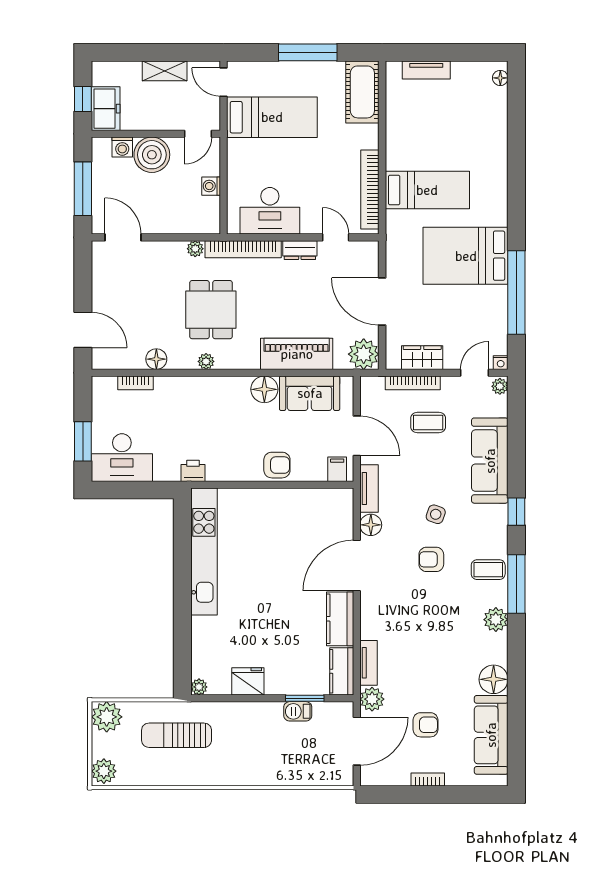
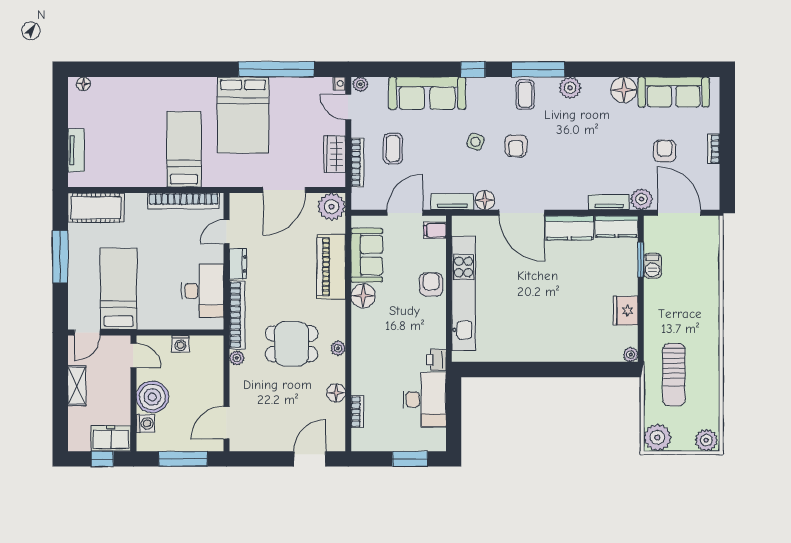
desk: (122, 458) -> (424, 399), moved
kitchen unit: (204, 552) -> (464, 293), moved, turned 90

